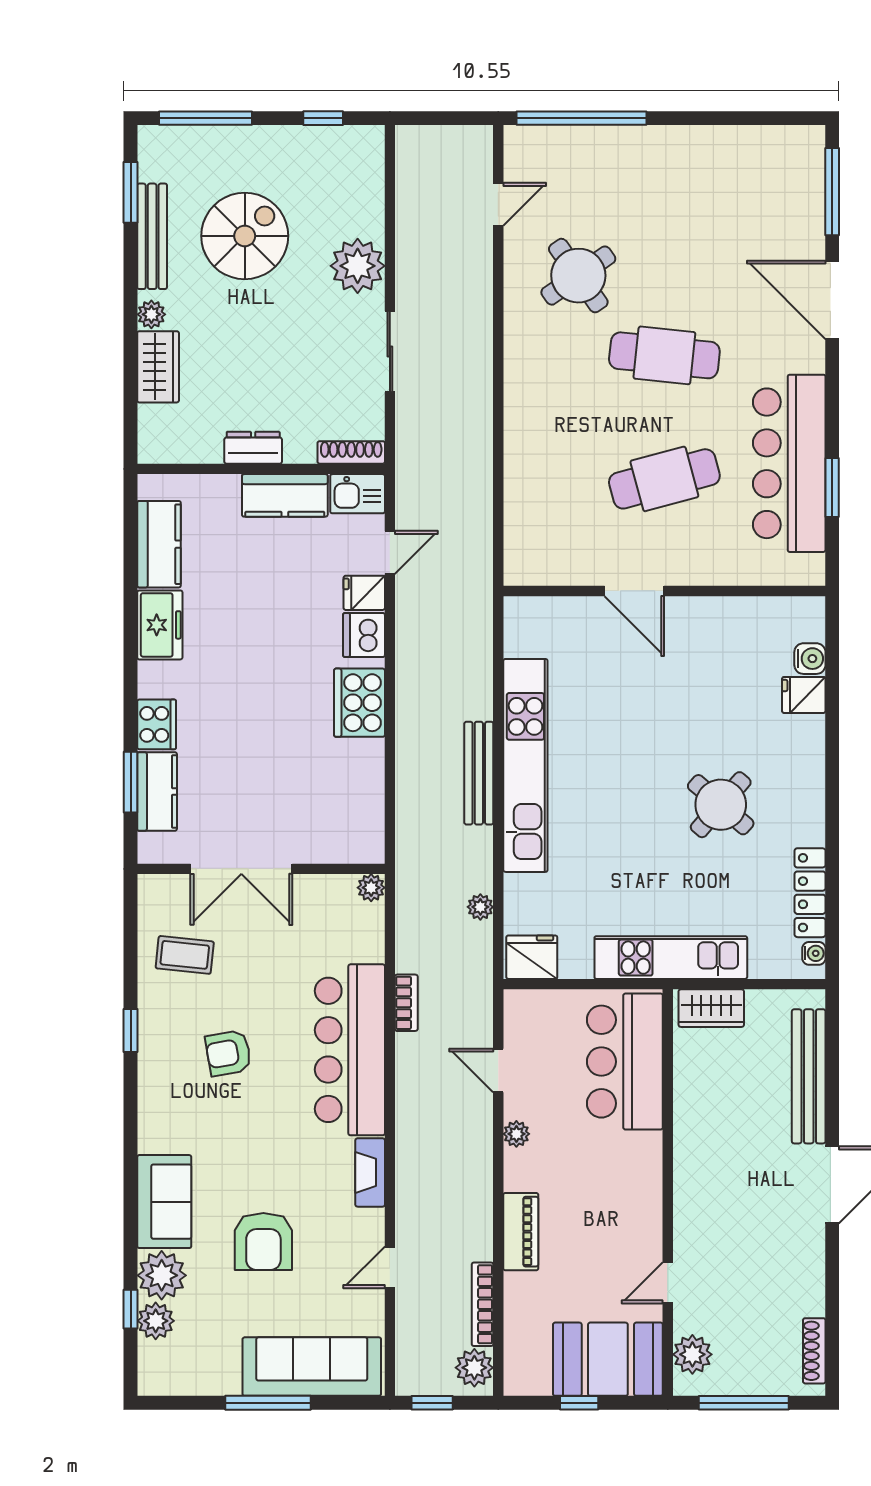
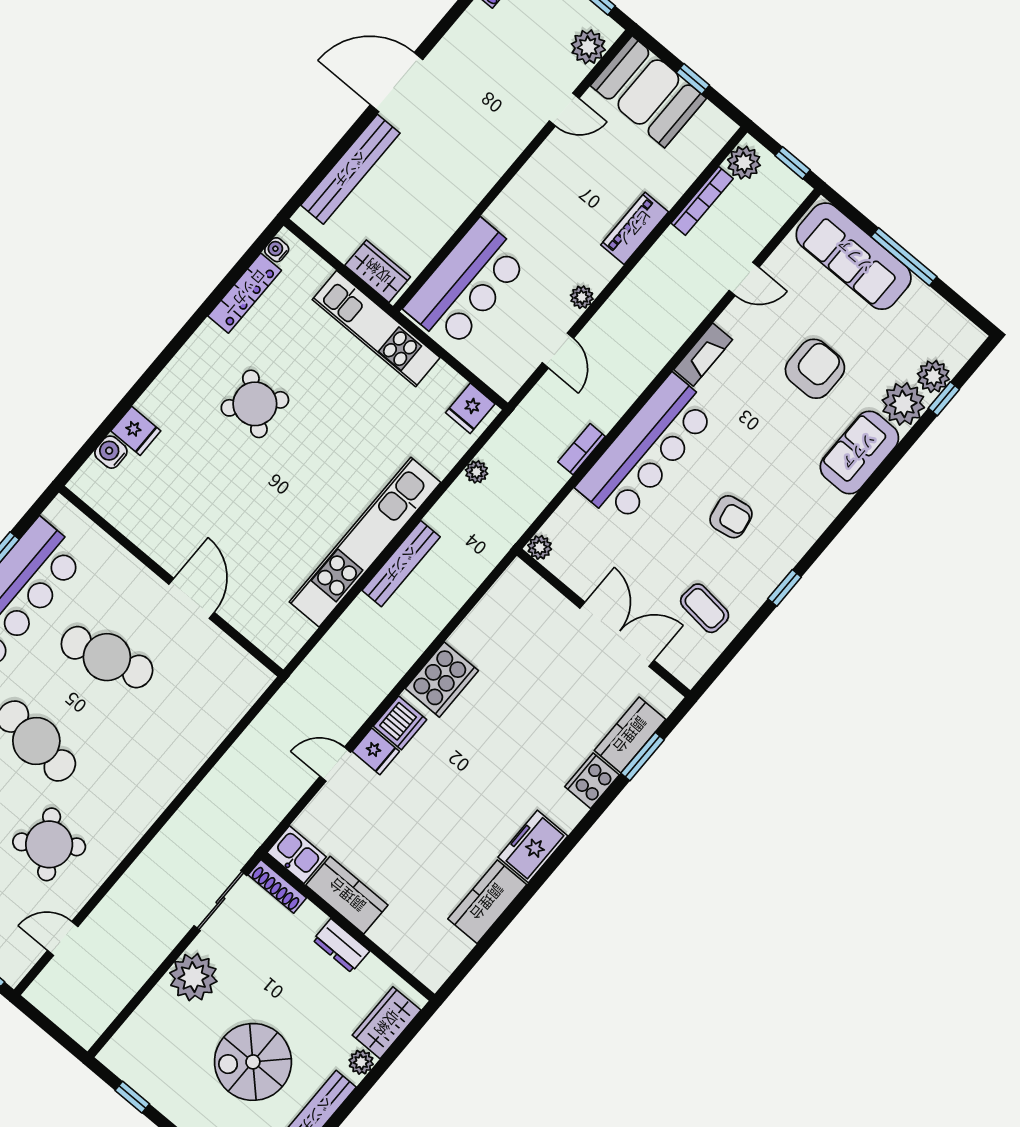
dresser: (253, 448) -> (341, 946), moved
shoe rack: (351, 452) -> (277, 886), moved
wall: (261, 469) -> (348, 927), moved
kitchen sink: (358, 494) -> (297, 855), moved
kitchen counter: (285, 495) -> (347, 895), moved
fridge: (532, 957) -> (470, 408), width x0.72

